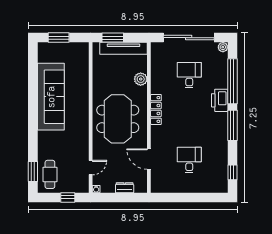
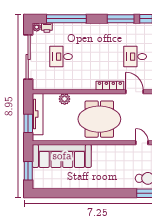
sofa: (51, 97) -> (62, 156), moved, turned 180
printer: (220, 100) -> (47, 28), moved, width x0.53, depth x0.68
locker: (156, 109) -> (110, 86), moved
window: (232, 125) -> (121, 19), moved
door: (149, 159) -> (134, 92), swing flipped

